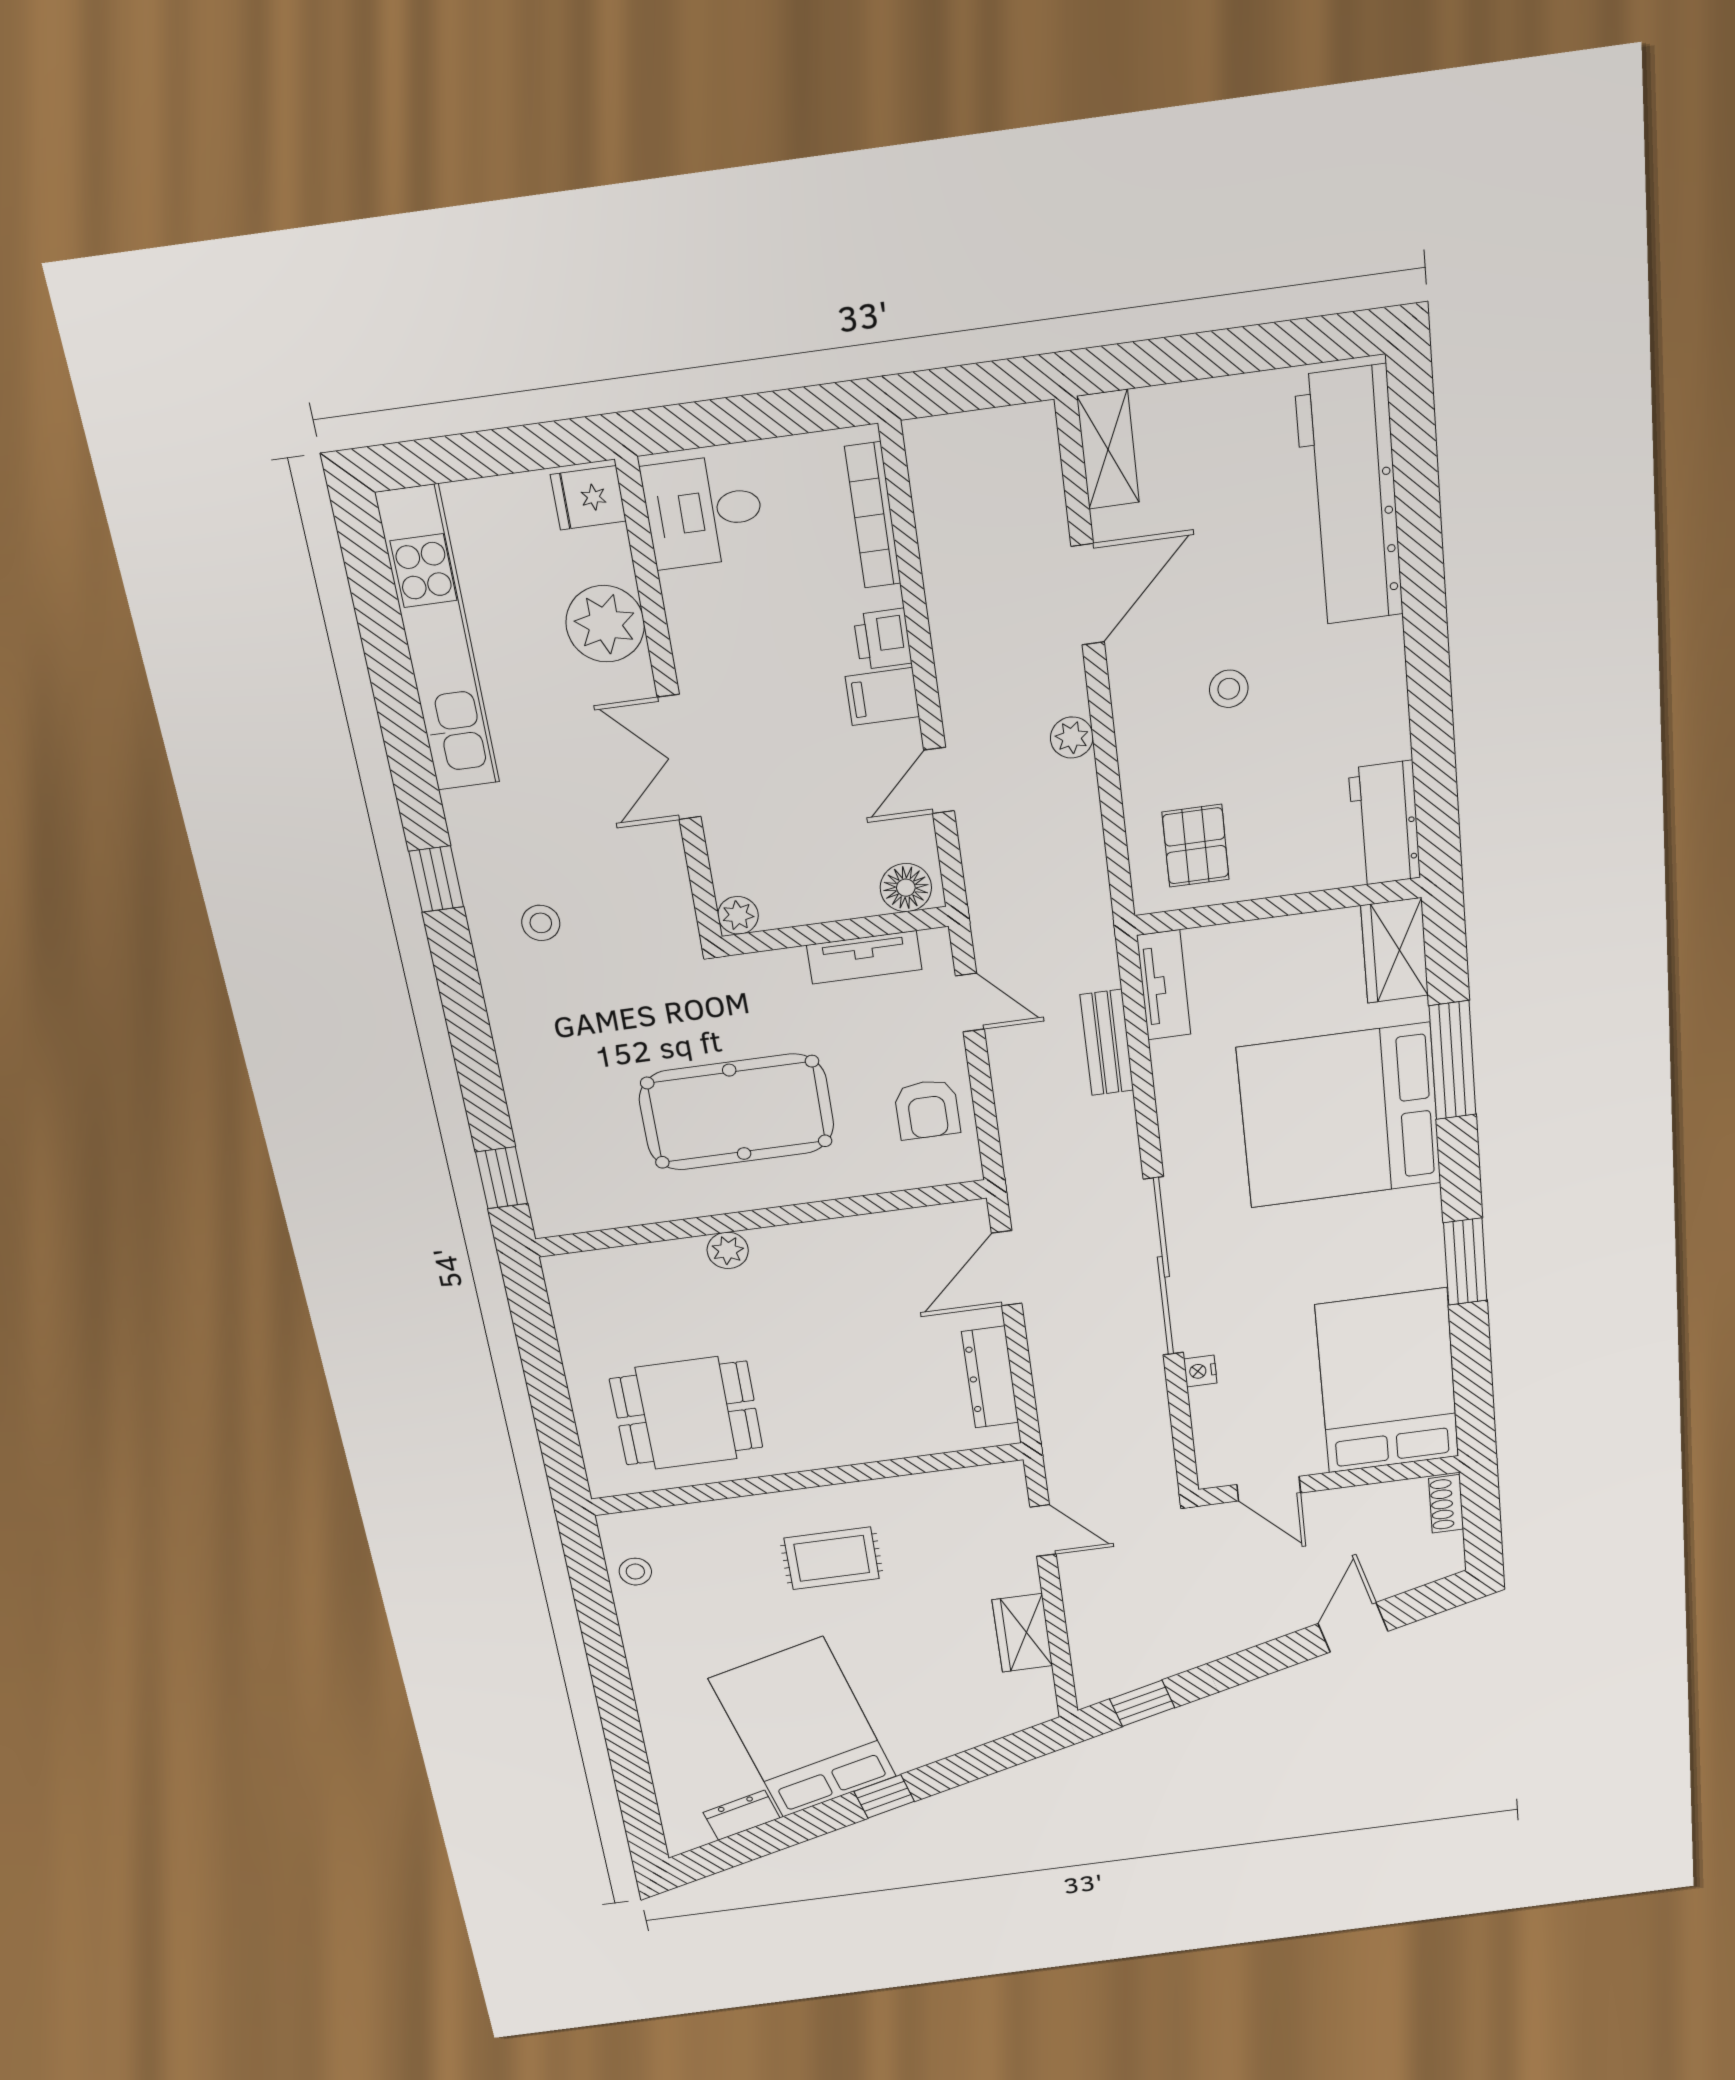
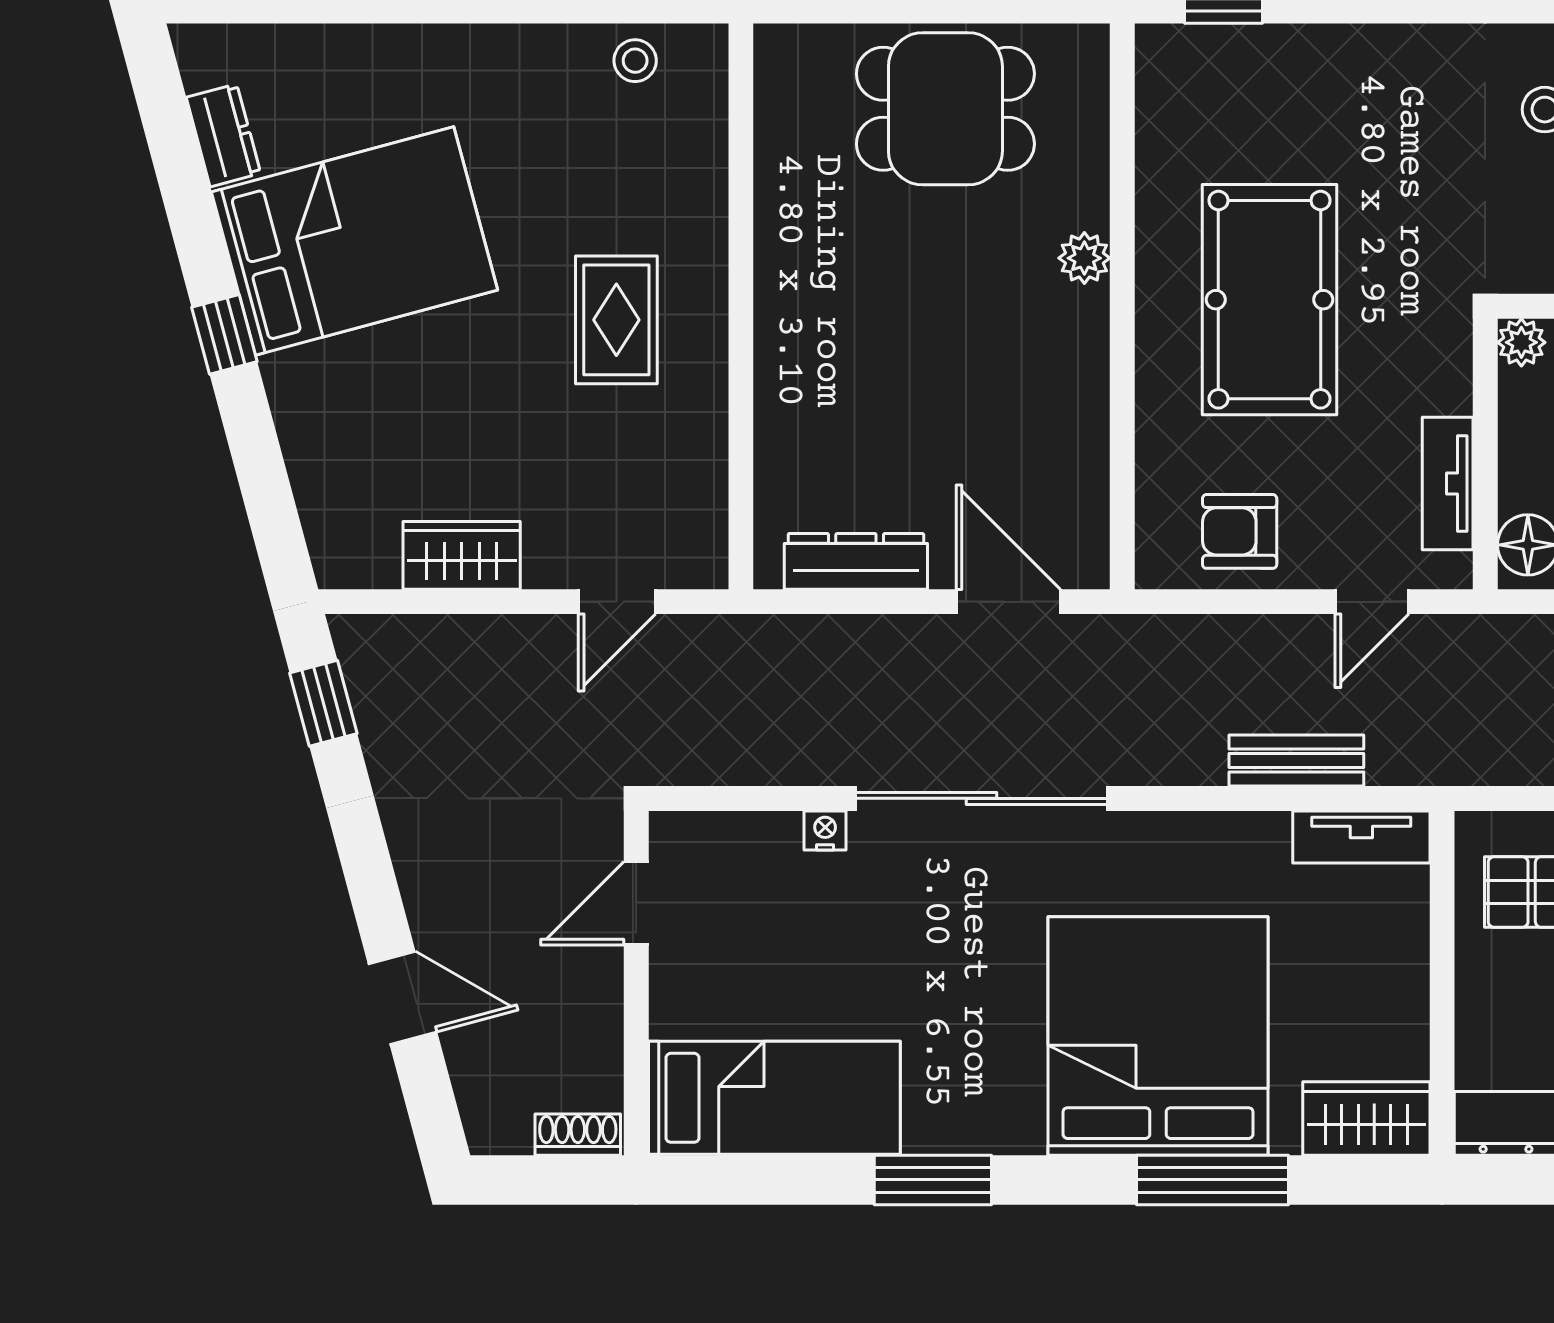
bed: (1387, 1381) -> (774, 1098), width x0.67
dining table: (686, 1413) -> (945, 109), moved, turned 90

